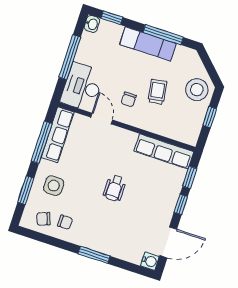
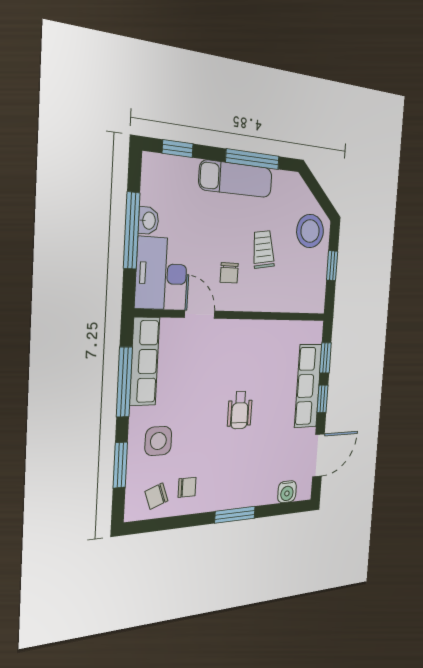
washbasin: (92, 24) -> (148, 221), moved
row of seats: (164, 151) -> (308, 386), moved, turned 90
water cooler: (150, 261) -> (287, 492), moved, turned 90

